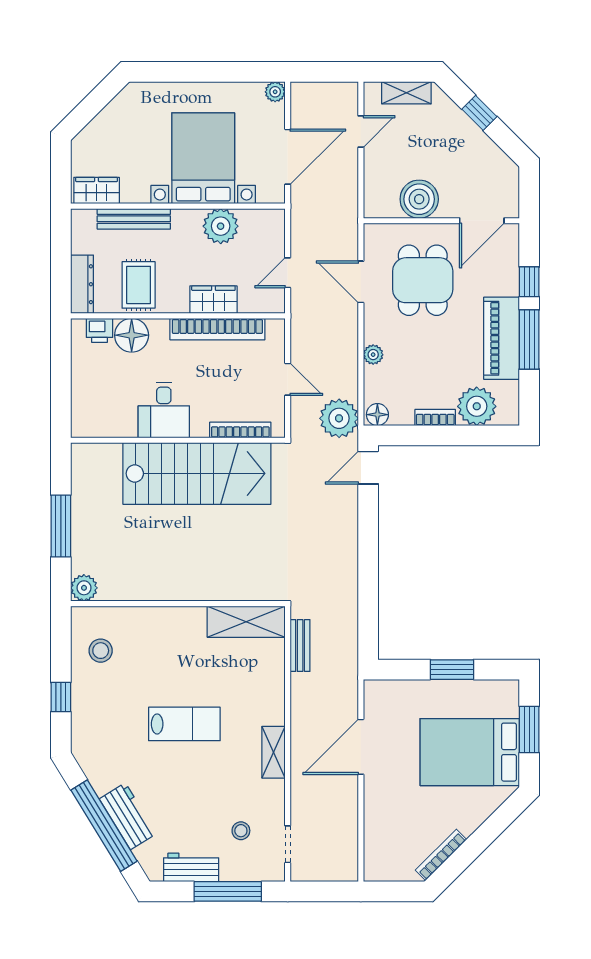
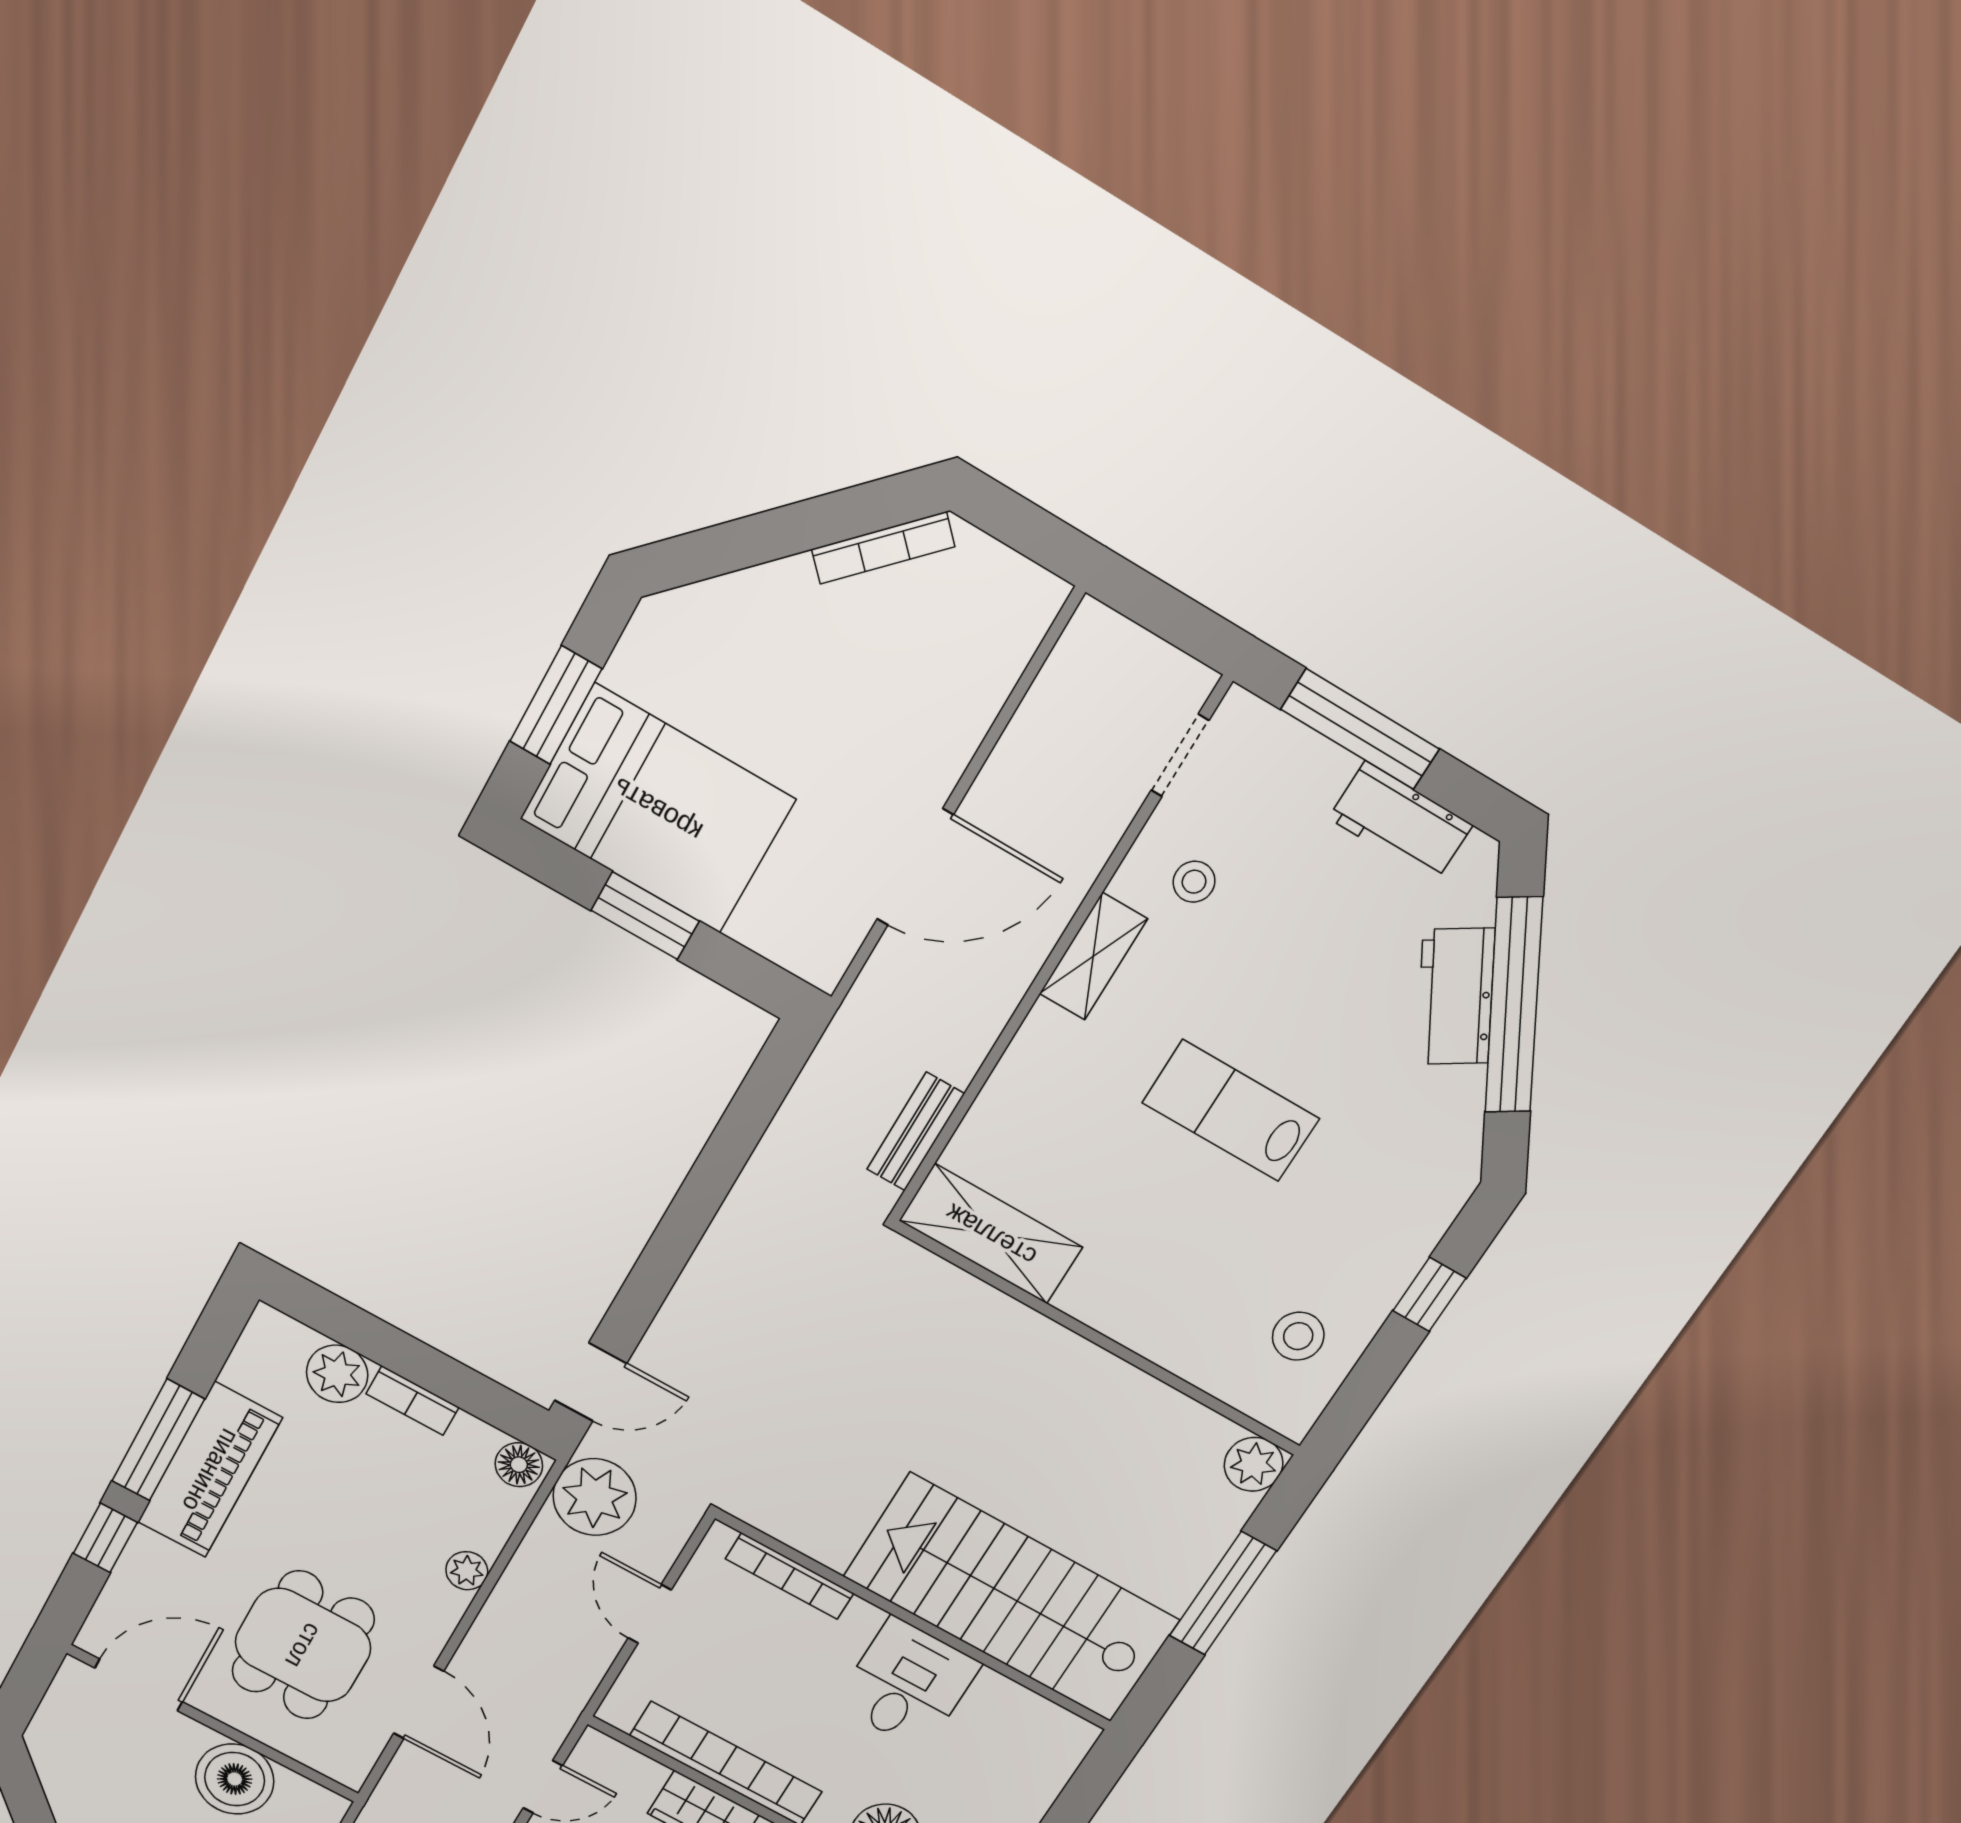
plant: (477, 406) -> (337, 1374), width x0.73, depth x0.73
stairs: (197, 473) -> (1012, 1598), moved
bed: (470, 752) -> (658, 809), moved
stool: (241, 831) -> (1194, 882), moved

